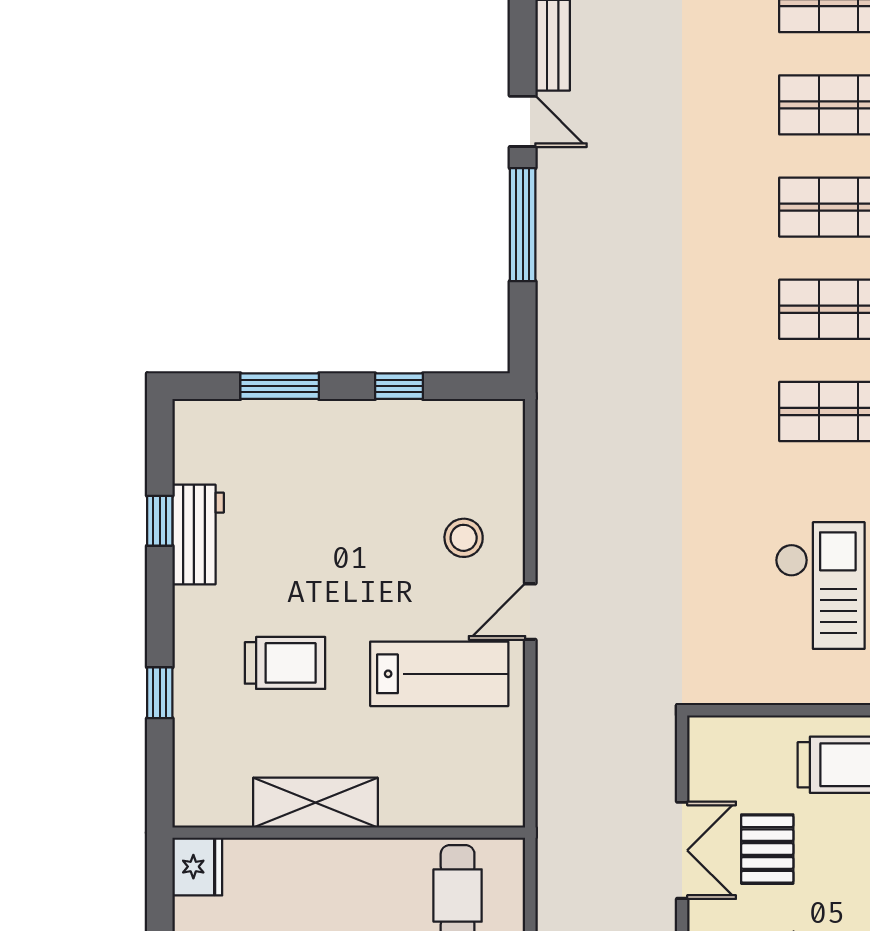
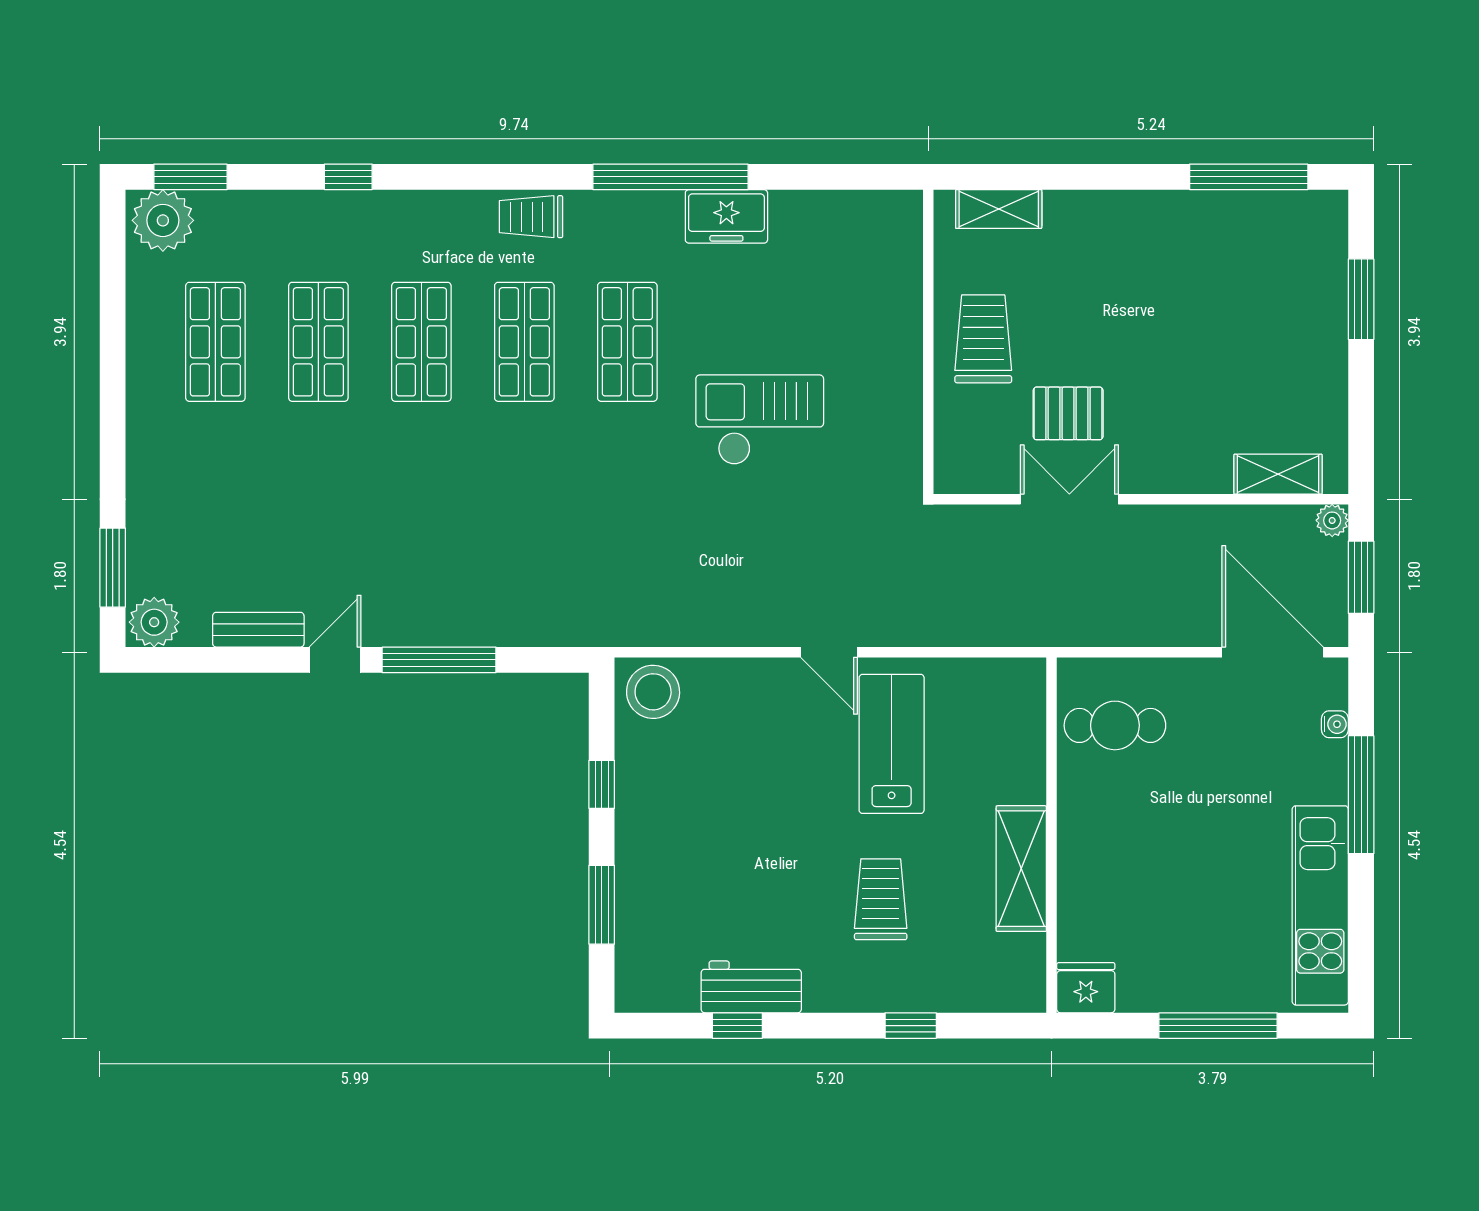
stool: (464, 538) -> (653, 692), moved, width x1.38, depth x1.38
checkout: (820, 586) -> (760, 420), moved

